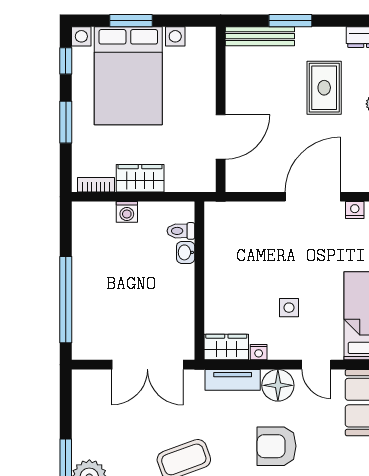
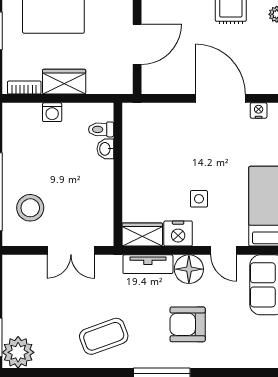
door: (313, 197) -> (220, 98), hinge flipped
stool: (103, 318) -> (30, 208), added
nightstand: (259, 352) -> (178, 233), width x1.89, depth x1.79
double door: (147, 365) -> (71, 250), width x0.73

